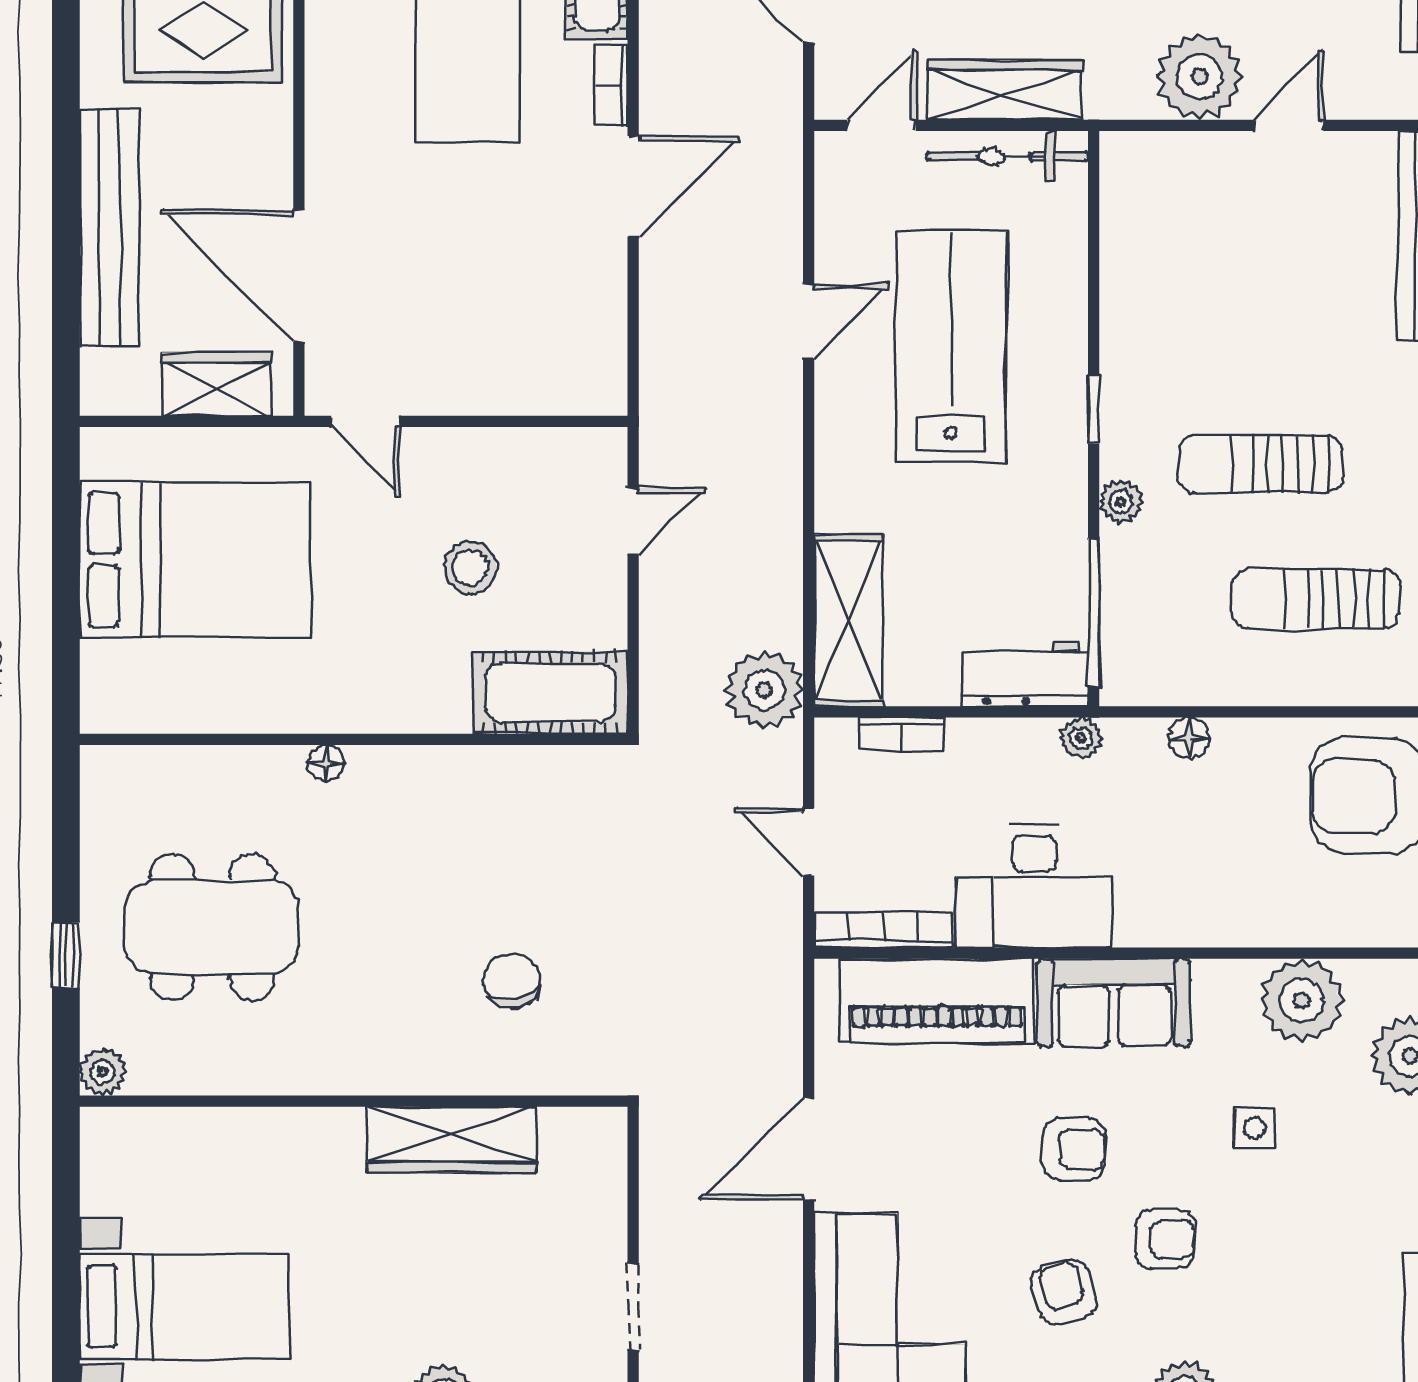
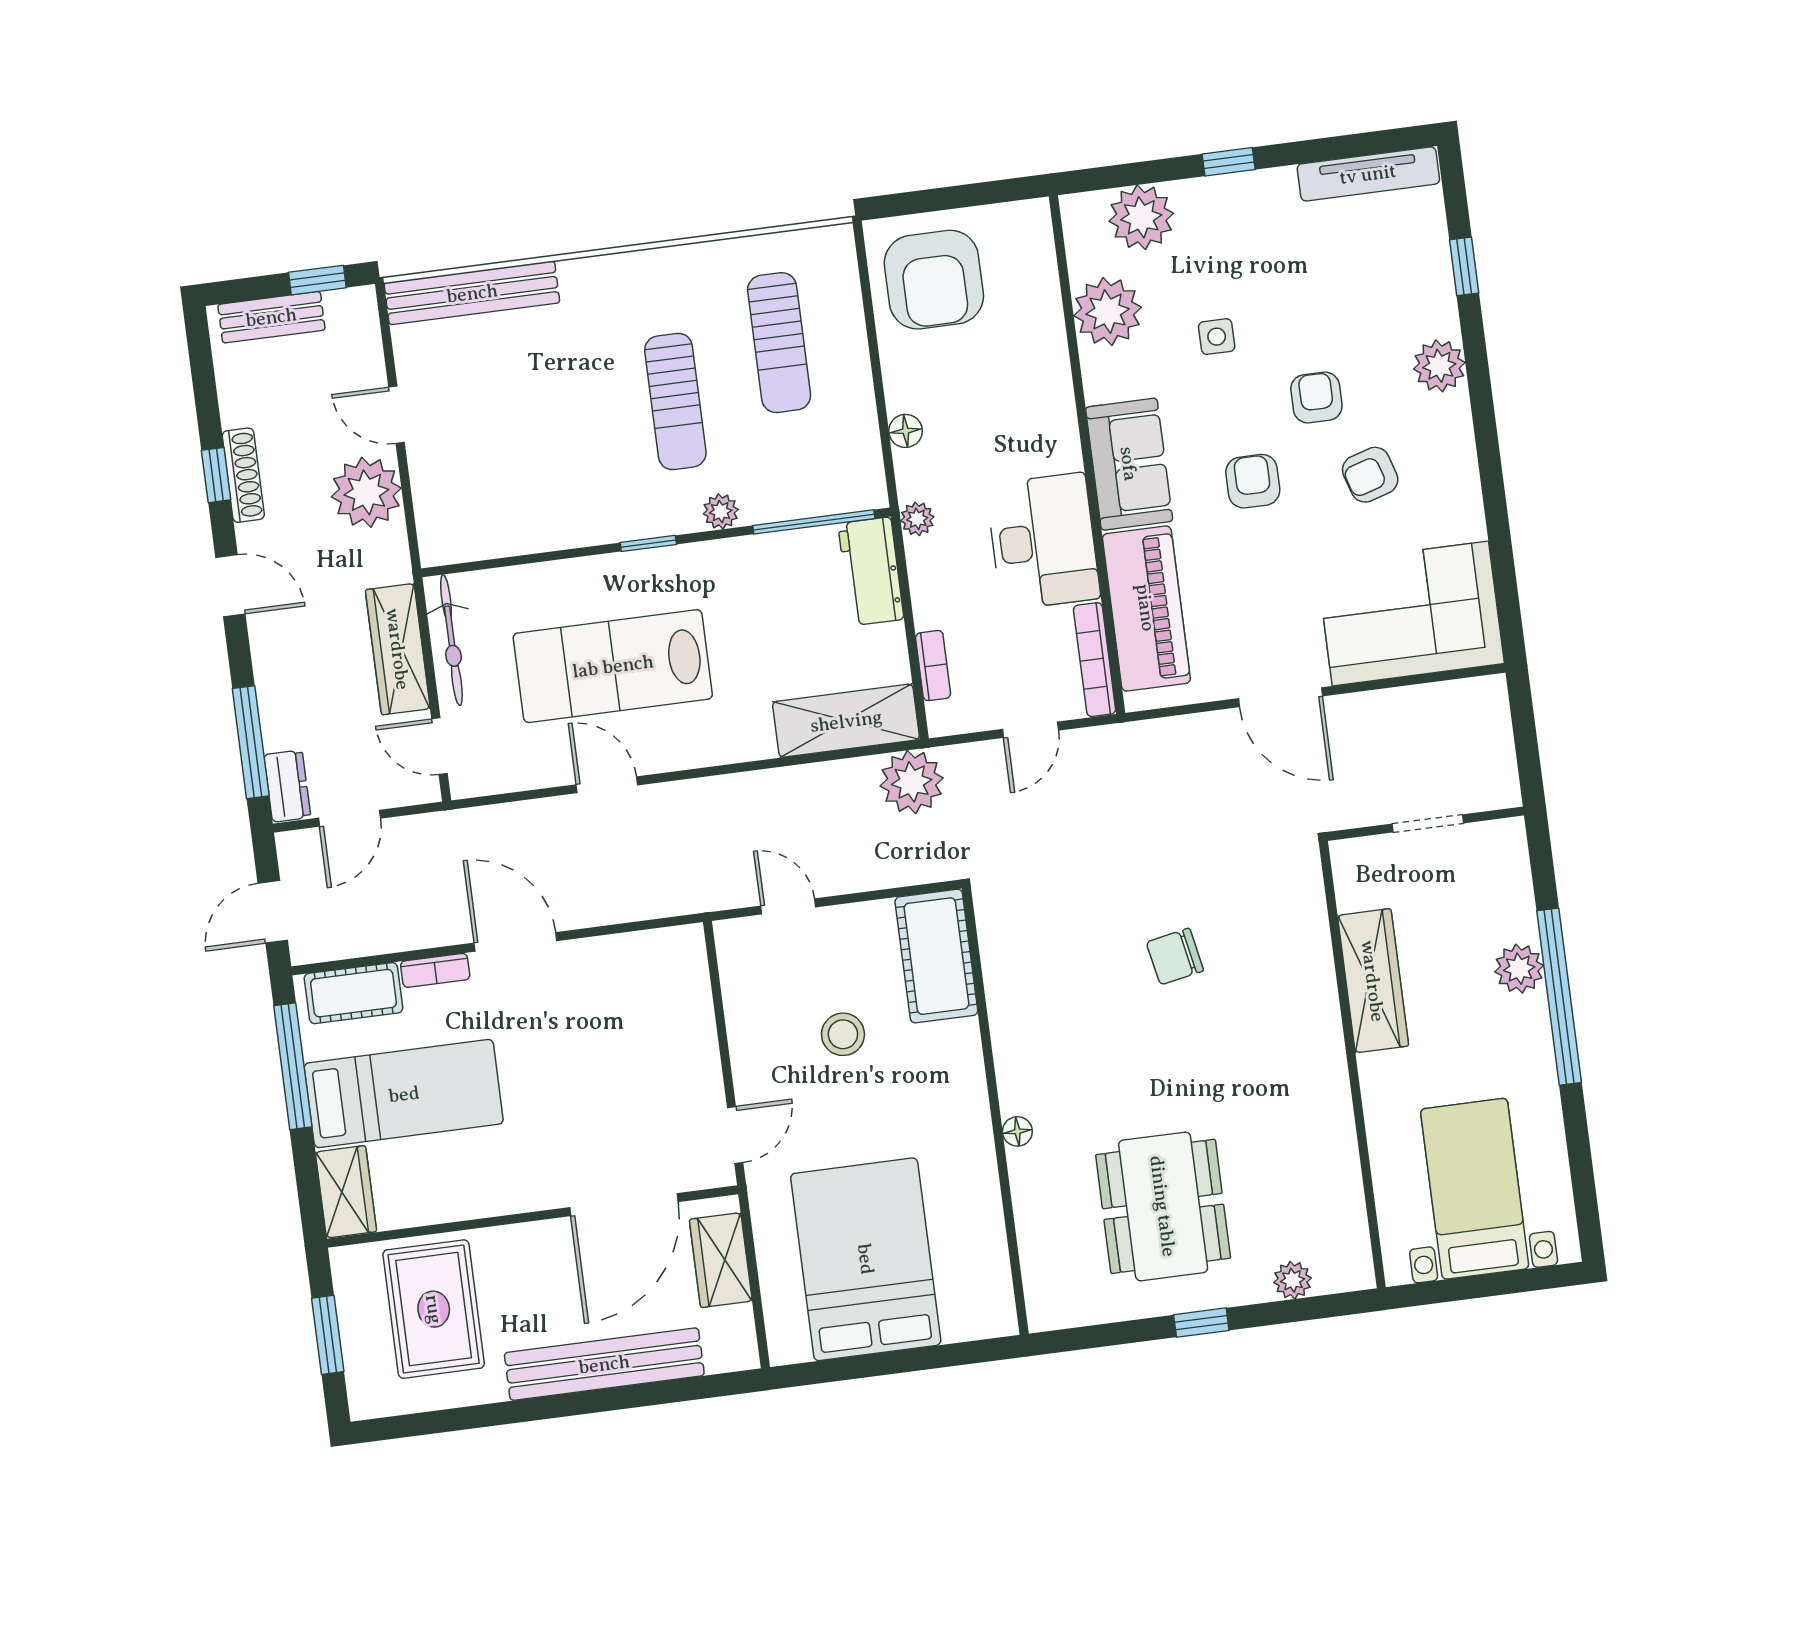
wall: (354, 1101) -> (1352, 1065), moved
wardrobe: (452, 1139) -> (1373, 981), moved

